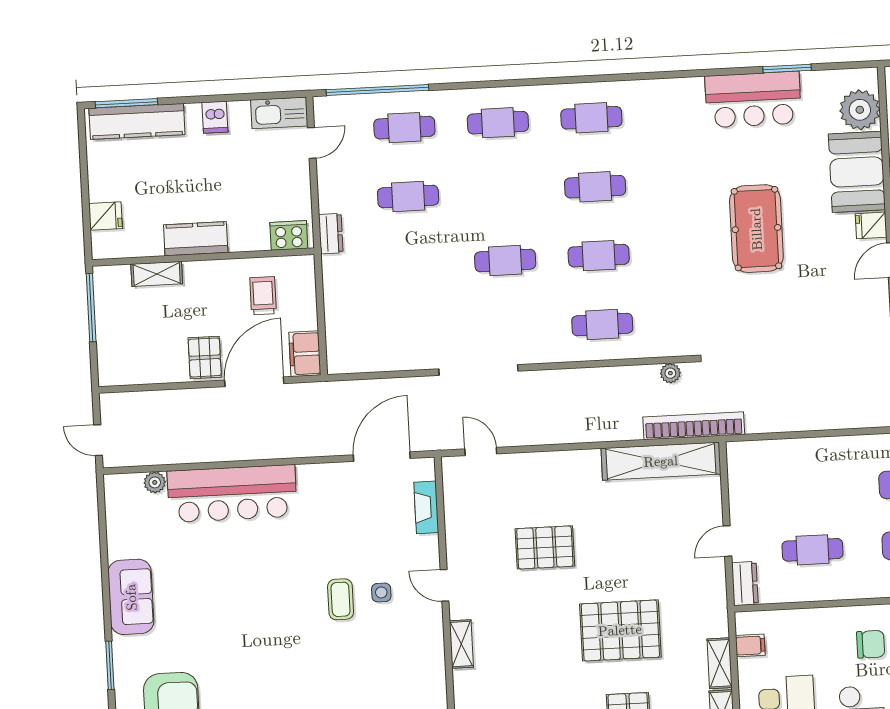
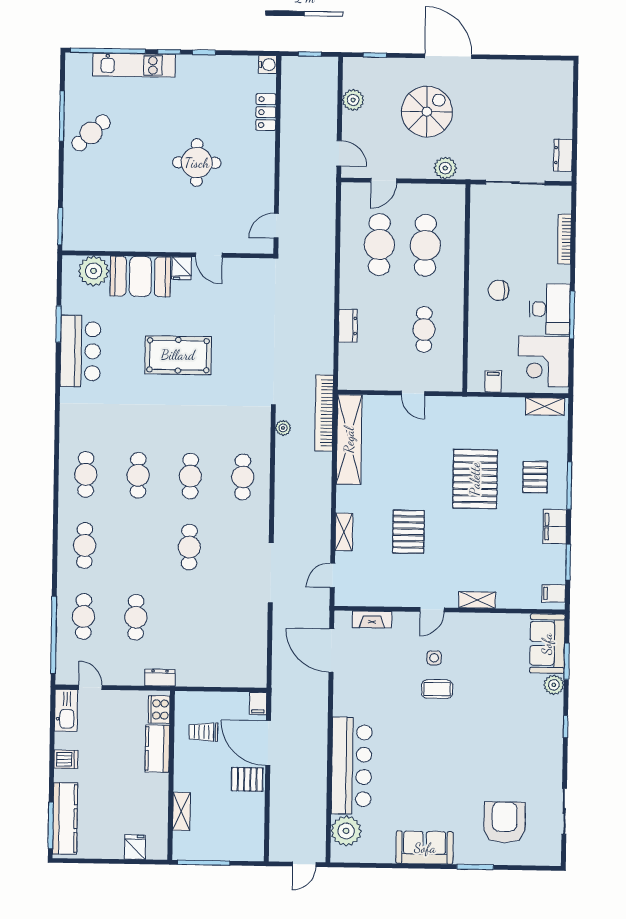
kitchen counter: (196, 239) -> (157, 749), moved
filing cabinet: (305, 354) -> (258, 704), width x0.50
plant: (155, 482) -> (346, 831), width x1.88, depth x1.88
dresser: (745, 584) -> (348, 326), moved, turned 90
chair: (871, 644) -> (499, 290), turned -90
shelving: (720, 663) -> (344, 532), moved, turned 90

